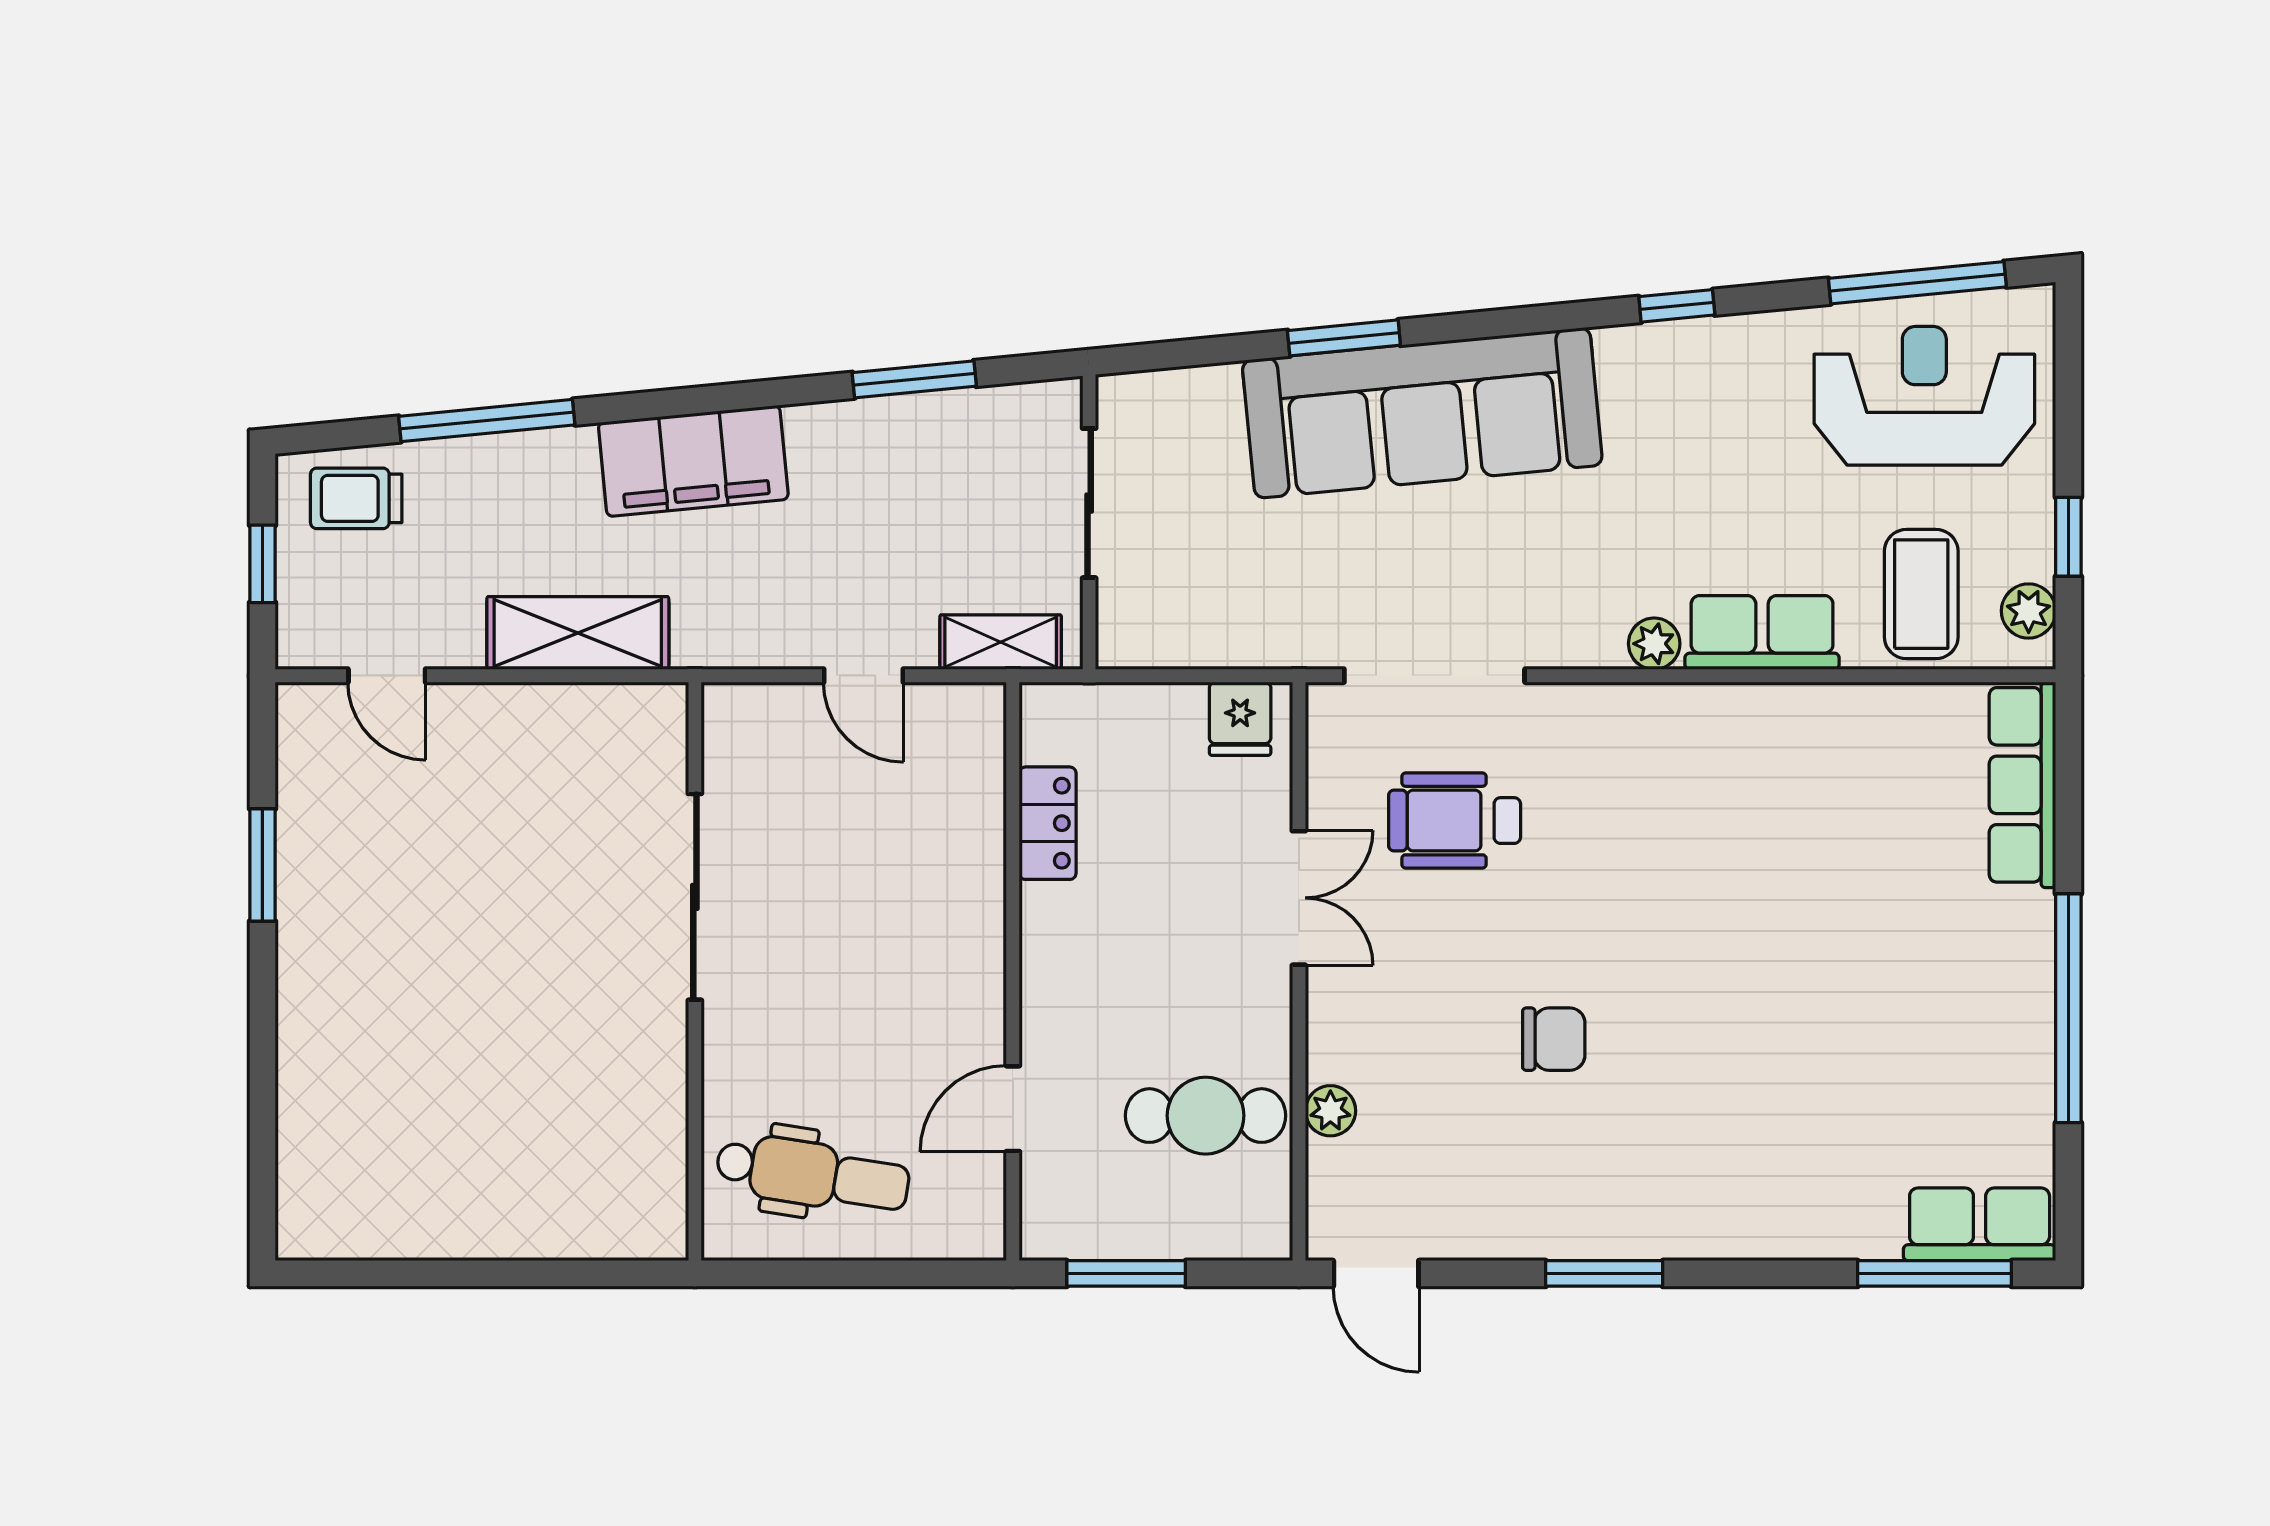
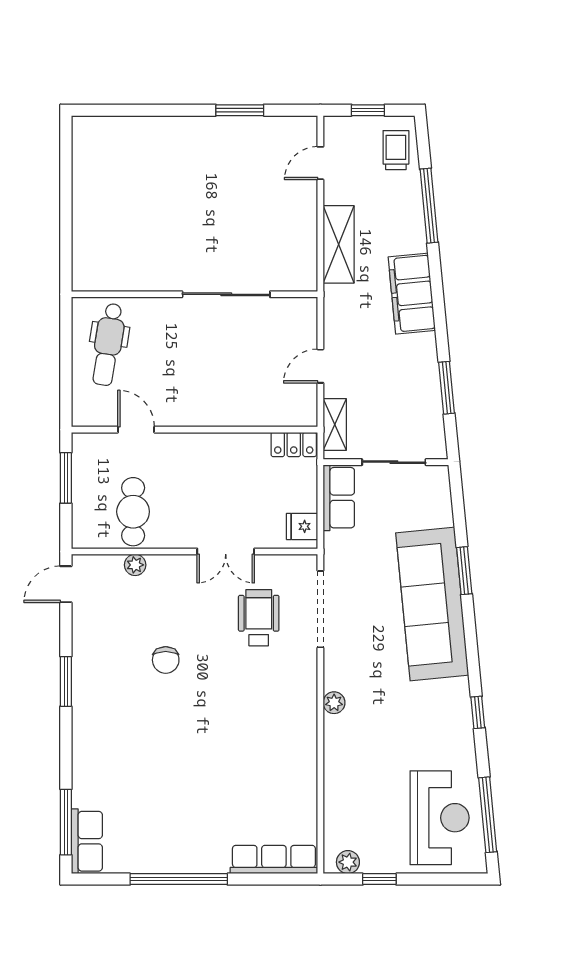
coffee table: (1921, 594) -> (355, 816), removed
row of seats: (1762, 632) -> (339, 498), moved
locker: (1048, 823) -> (294, 444), moved

